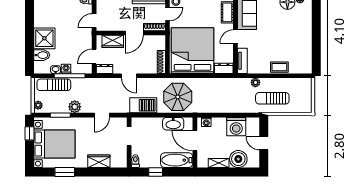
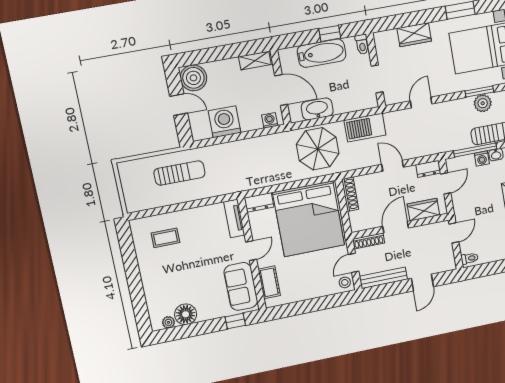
coffee table: (279, 67) -> (165, 238), moved
plant: (255, 82) -> (209, 191), removed
plant: (75, 107) -> (483, 103), moved
boiler: (238, 159) -> (193, 78), moved
bathtub: (177, 160) -> (322, 53), moved
shelving: (219, 163) -> (255, 61), moved

